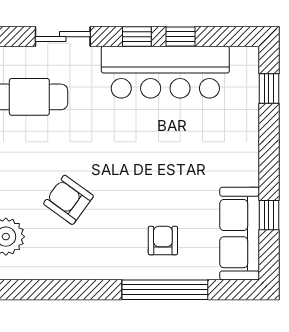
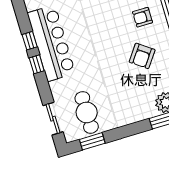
sliding door: (63, 37) -> (53, 119), moved
armchair: (68, 200) -> (142, 56), moved

